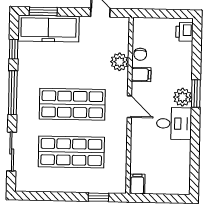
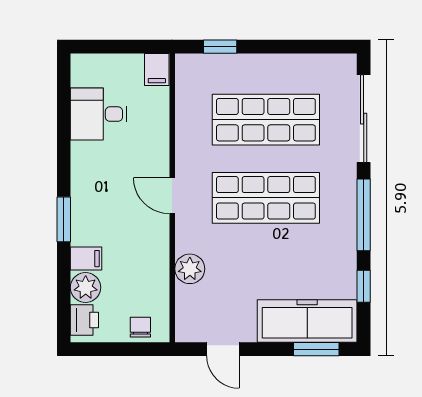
chair: (140, 54) -> (140, 327), moved
filing cabinet: (141, 75) -> (86, 259), moved, turned 180
plant: (182, 97) -> (86, 287), moved
desk: (174, 124) -> (99, 114), moved
sliding door: (12, 152) -> (364, 119), width x1.37

